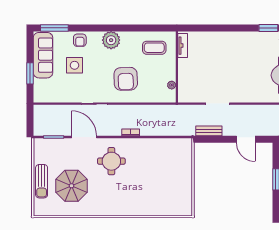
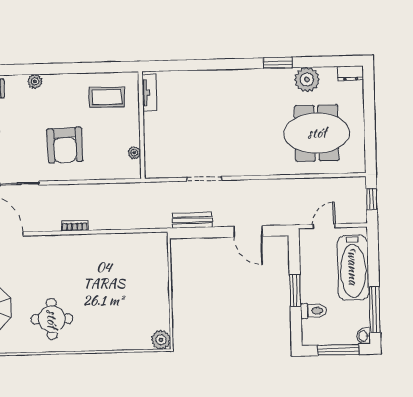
plant: (111, 40) -> (35, 81), width x0.53, depth x0.53
round table: (111, 161) -> (52, 319), moved
plant: (186, 210) -> (161, 340), added

